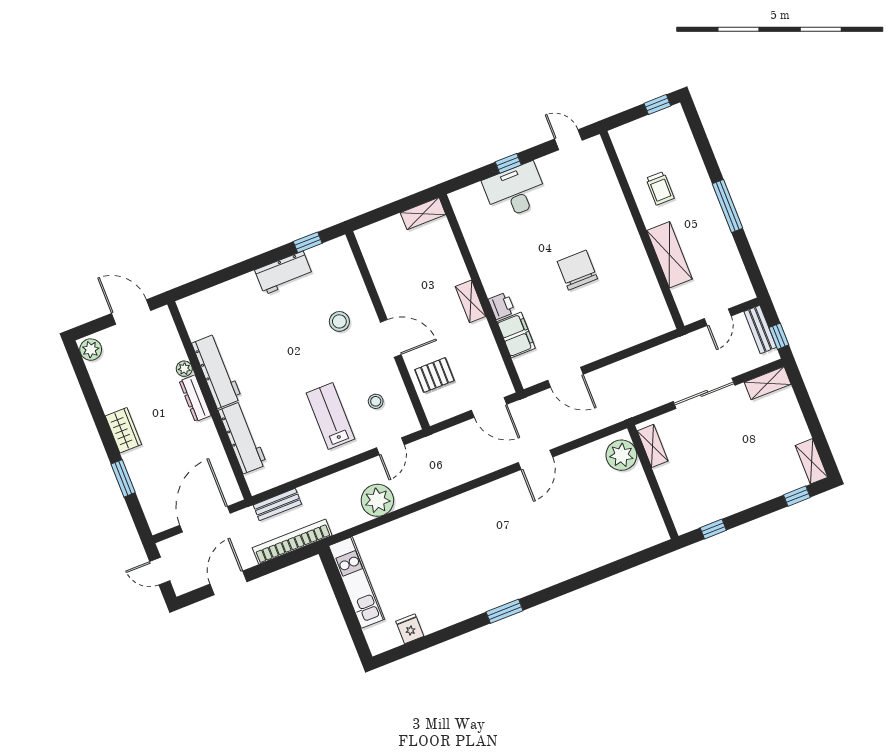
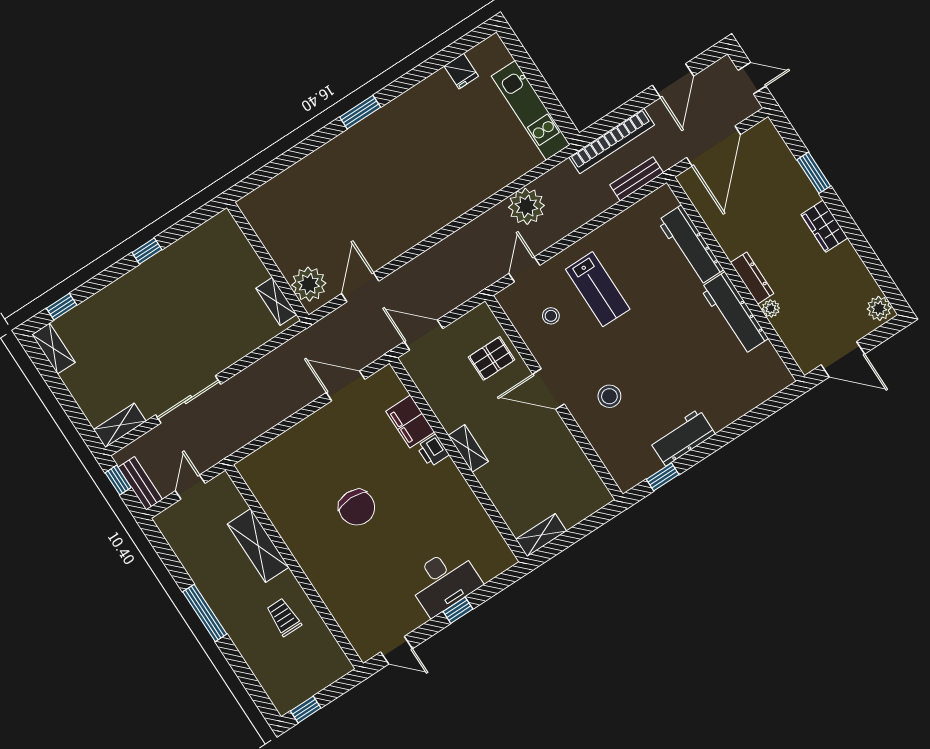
shelving: (653, 446) -> (276, 301), moved
plant: (621, 455) -> (309, 284), moved
wall: (653, 482) -> (268, 261), moved

